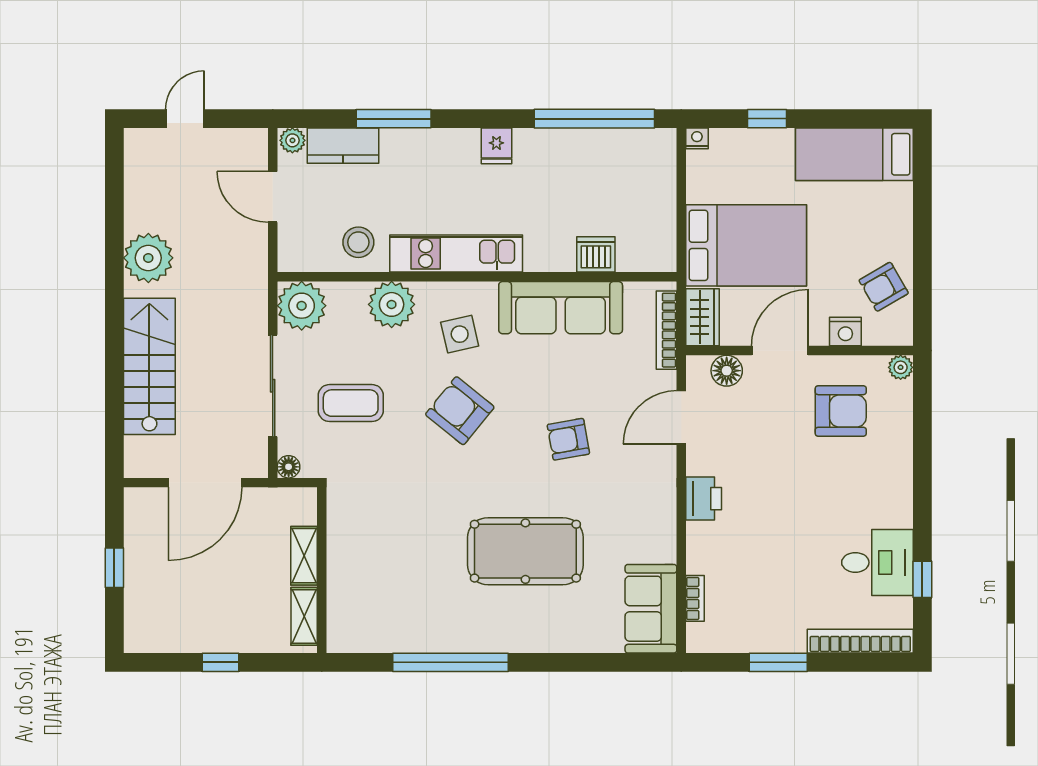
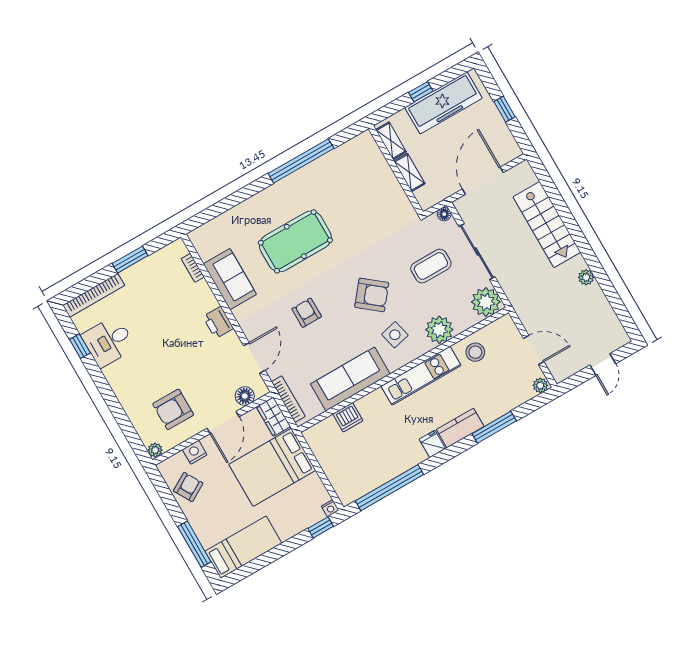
window: (767, 119) -> (321, 527), moved
kitchen counter: (343, 146) -> (460, 428), moved
window: (922, 199) -> (194, 544), added
plant: (148, 258) -> (586, 277), width x0.53, depth x0.53
armchair: (568, 439) -> (307, 313), turned -80
sofa: (651, 609) -> (230, 279), moved
freezer: (197, 627) -> (443, 103), added

